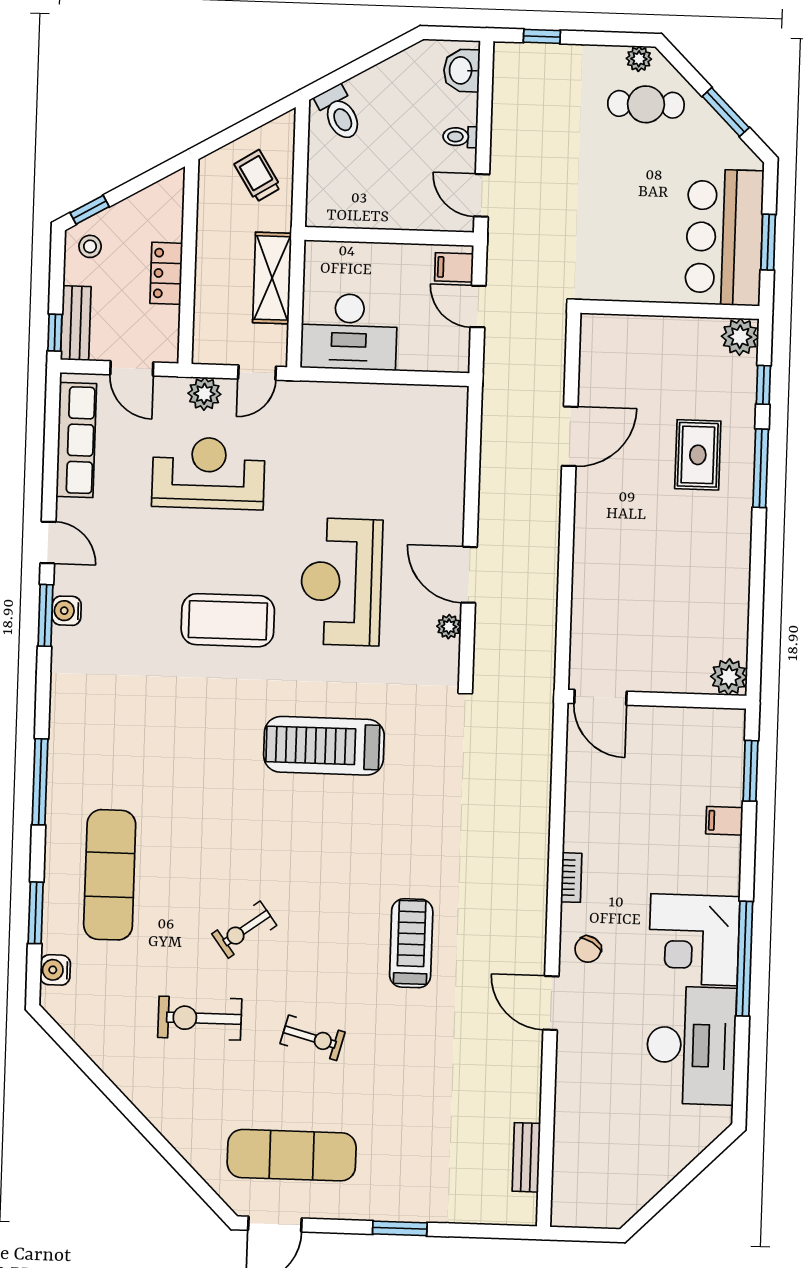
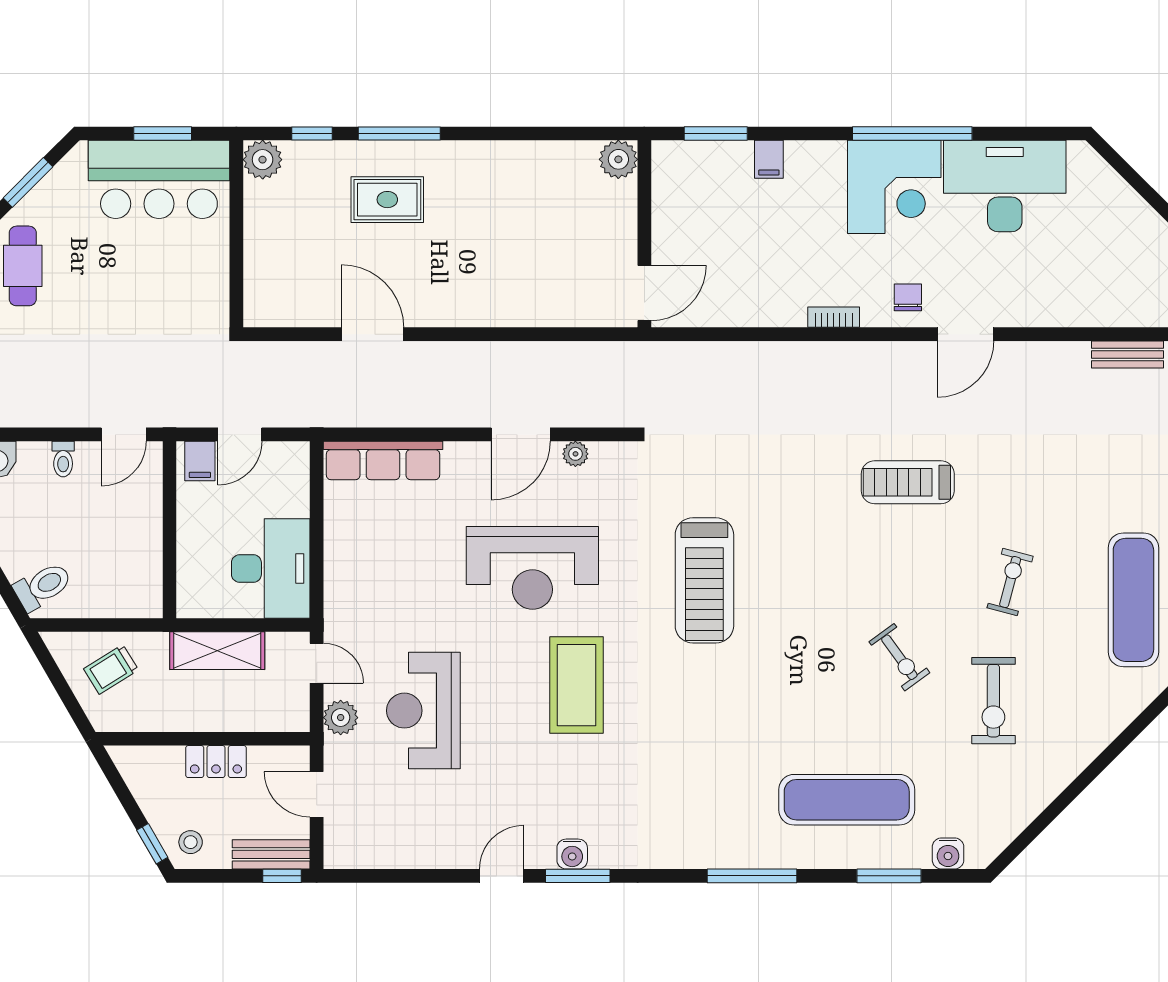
door: (132, 368) -> (317, 794), swing flipped
row of seats: (76, 440) -> (383, 460), moved, turned 180
chair: (588, 949) -> (908, 297), turned -121

